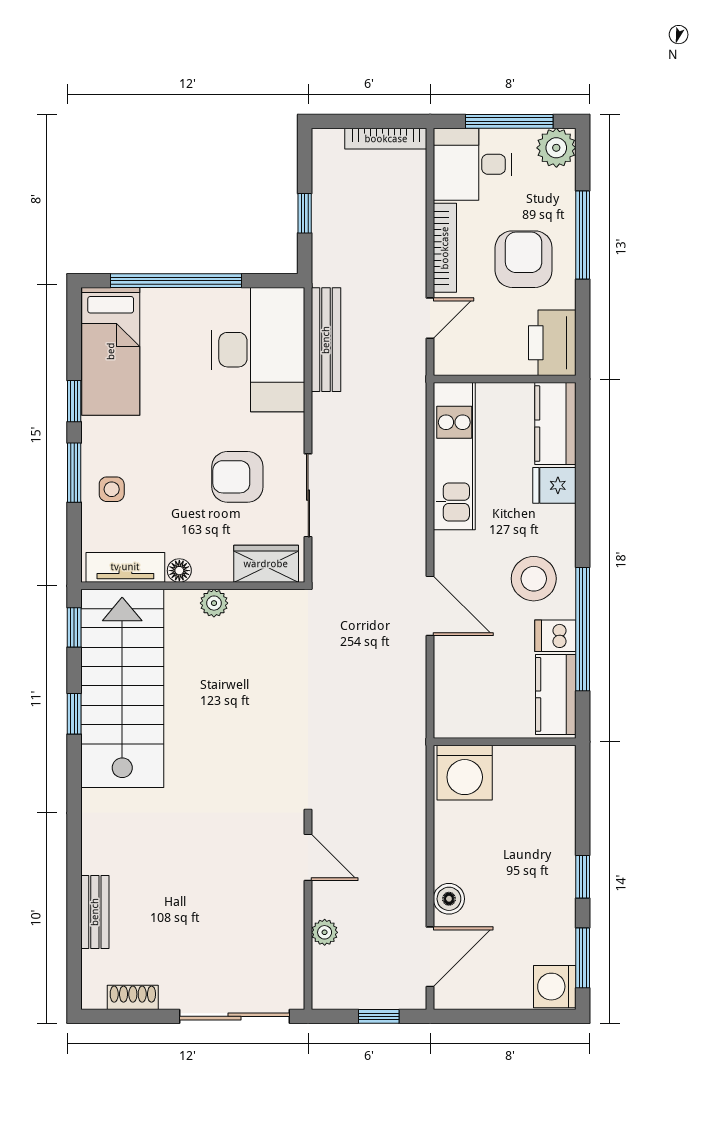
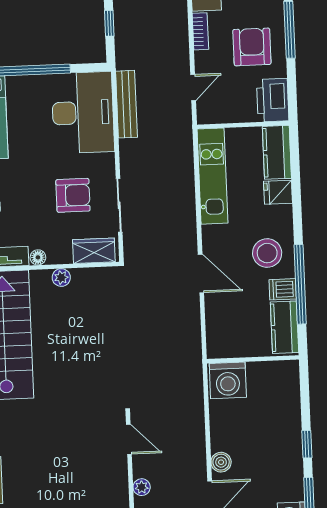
bookcase: (445, 248) -> (200, 31), width x0.64
armchair: (237, 477) -> (73, 195), turned 180

